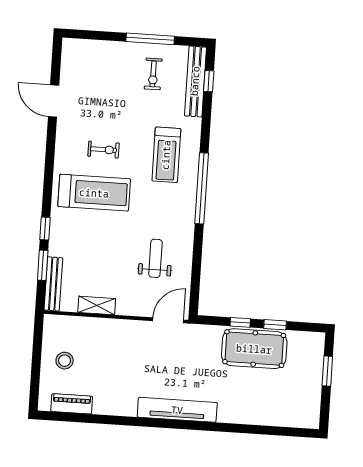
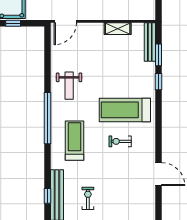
weight bench: (155, 258) -> (69, 86), moved

